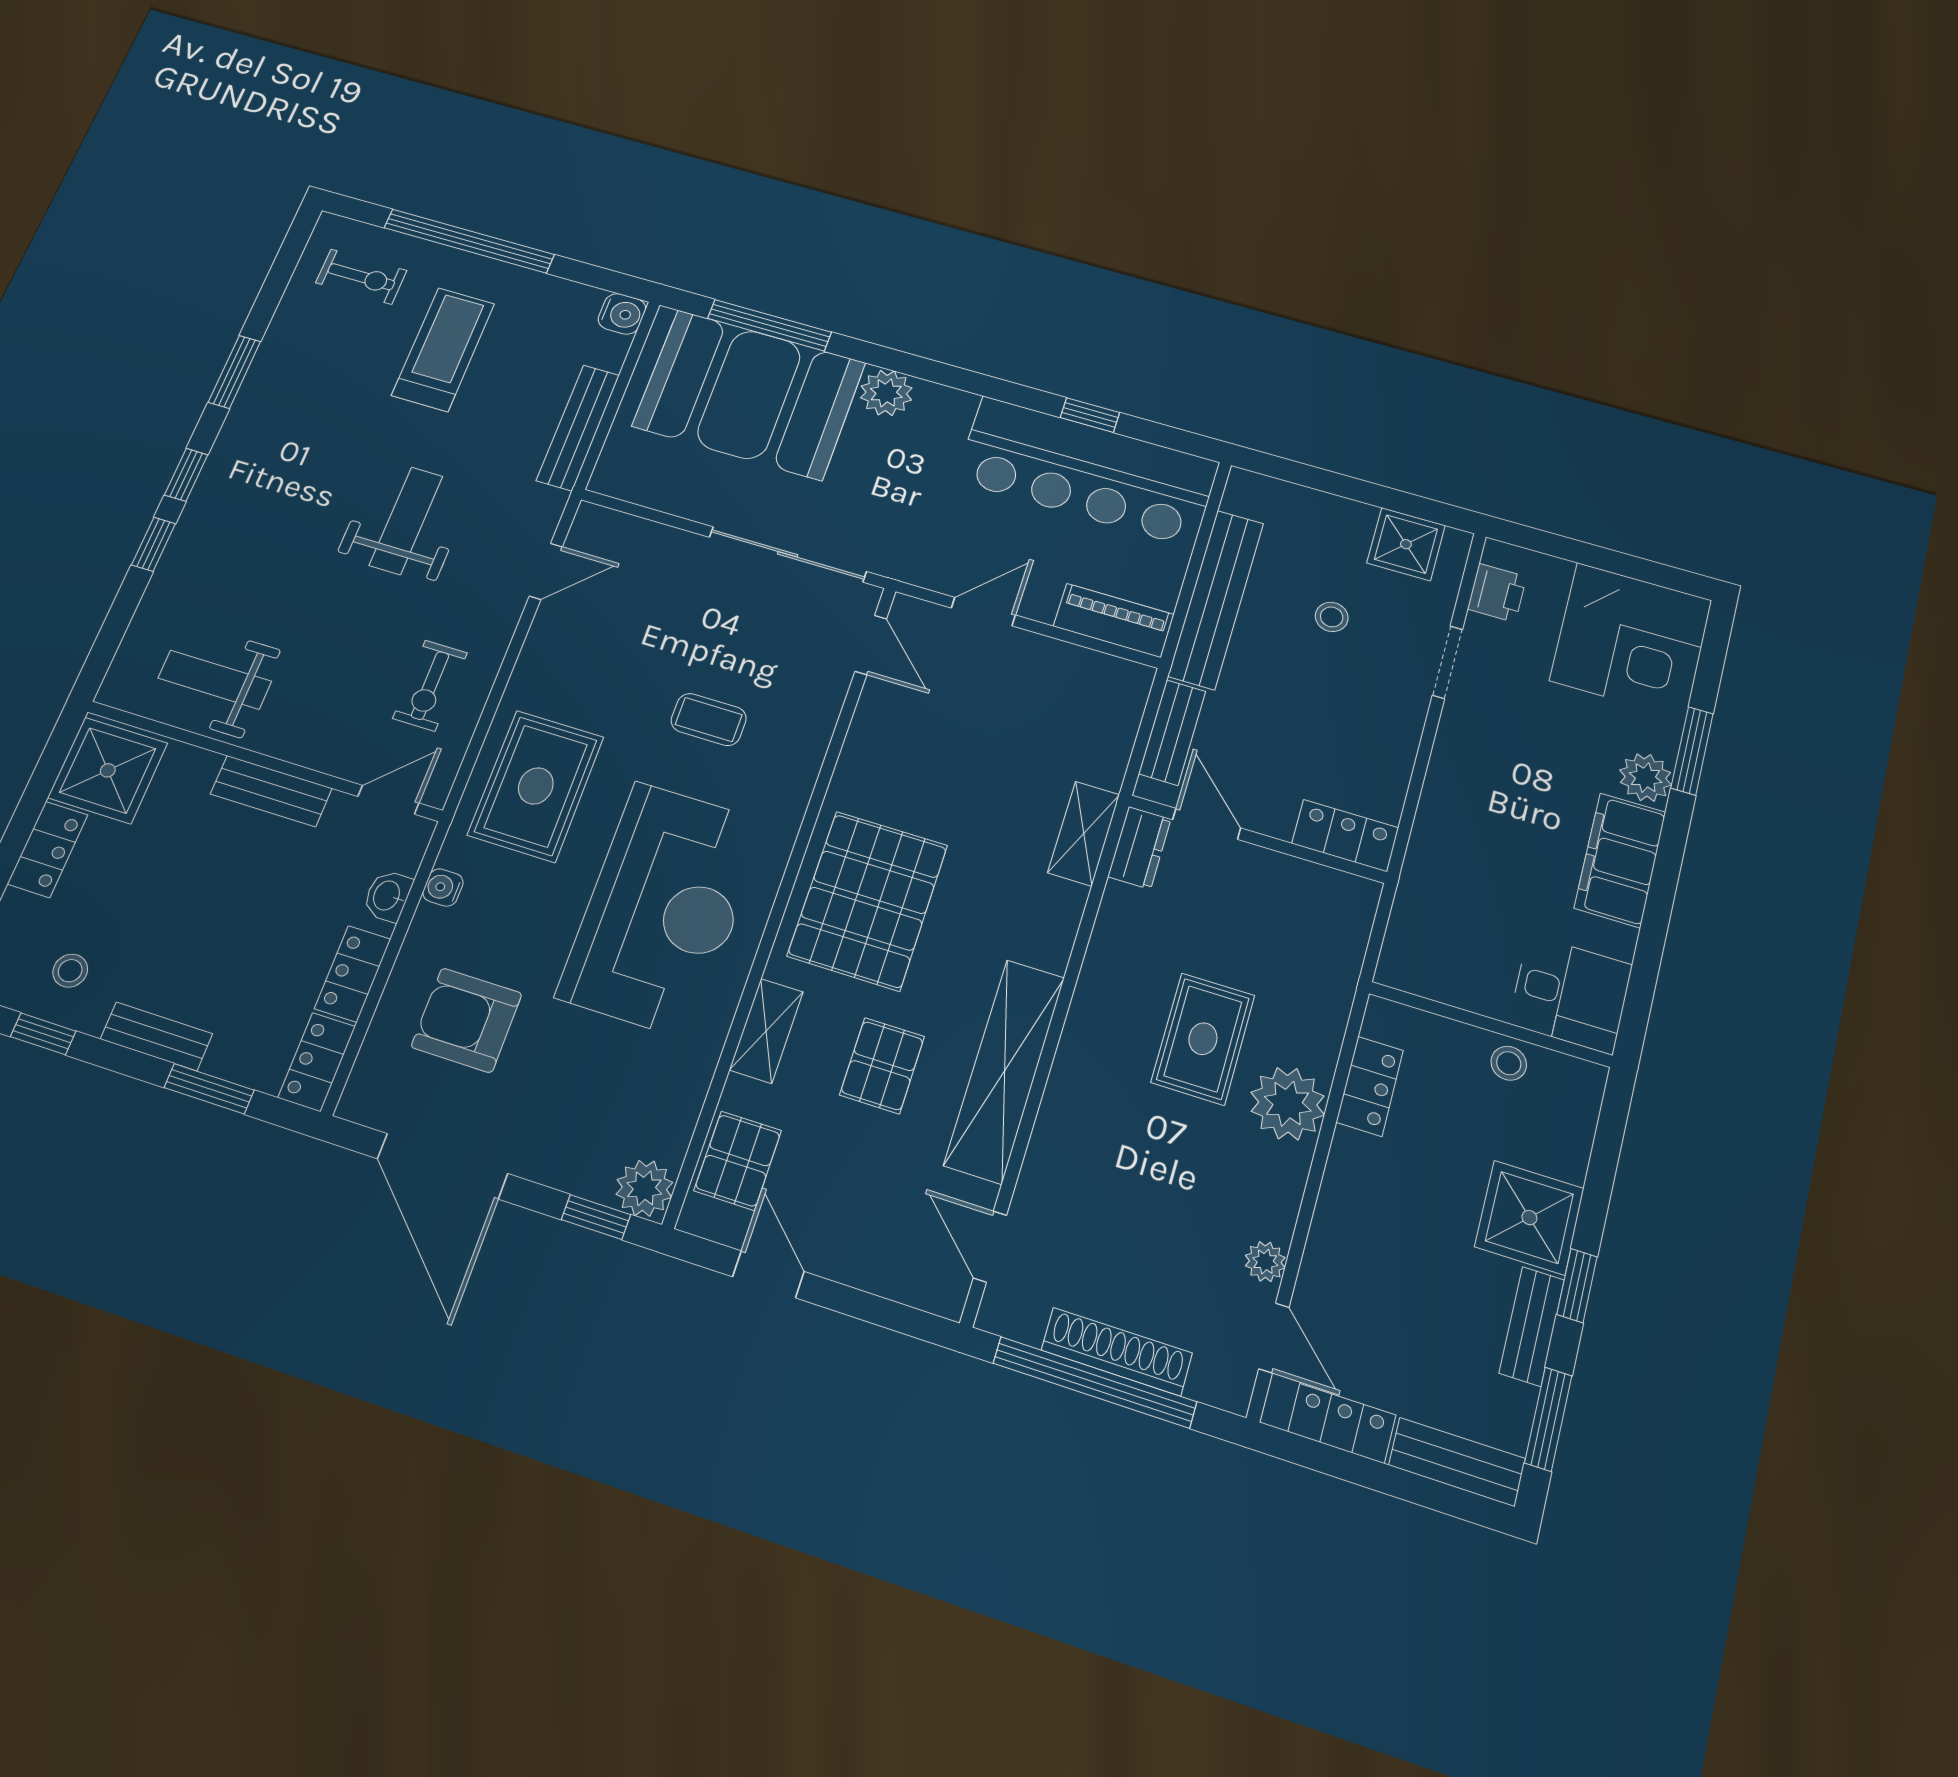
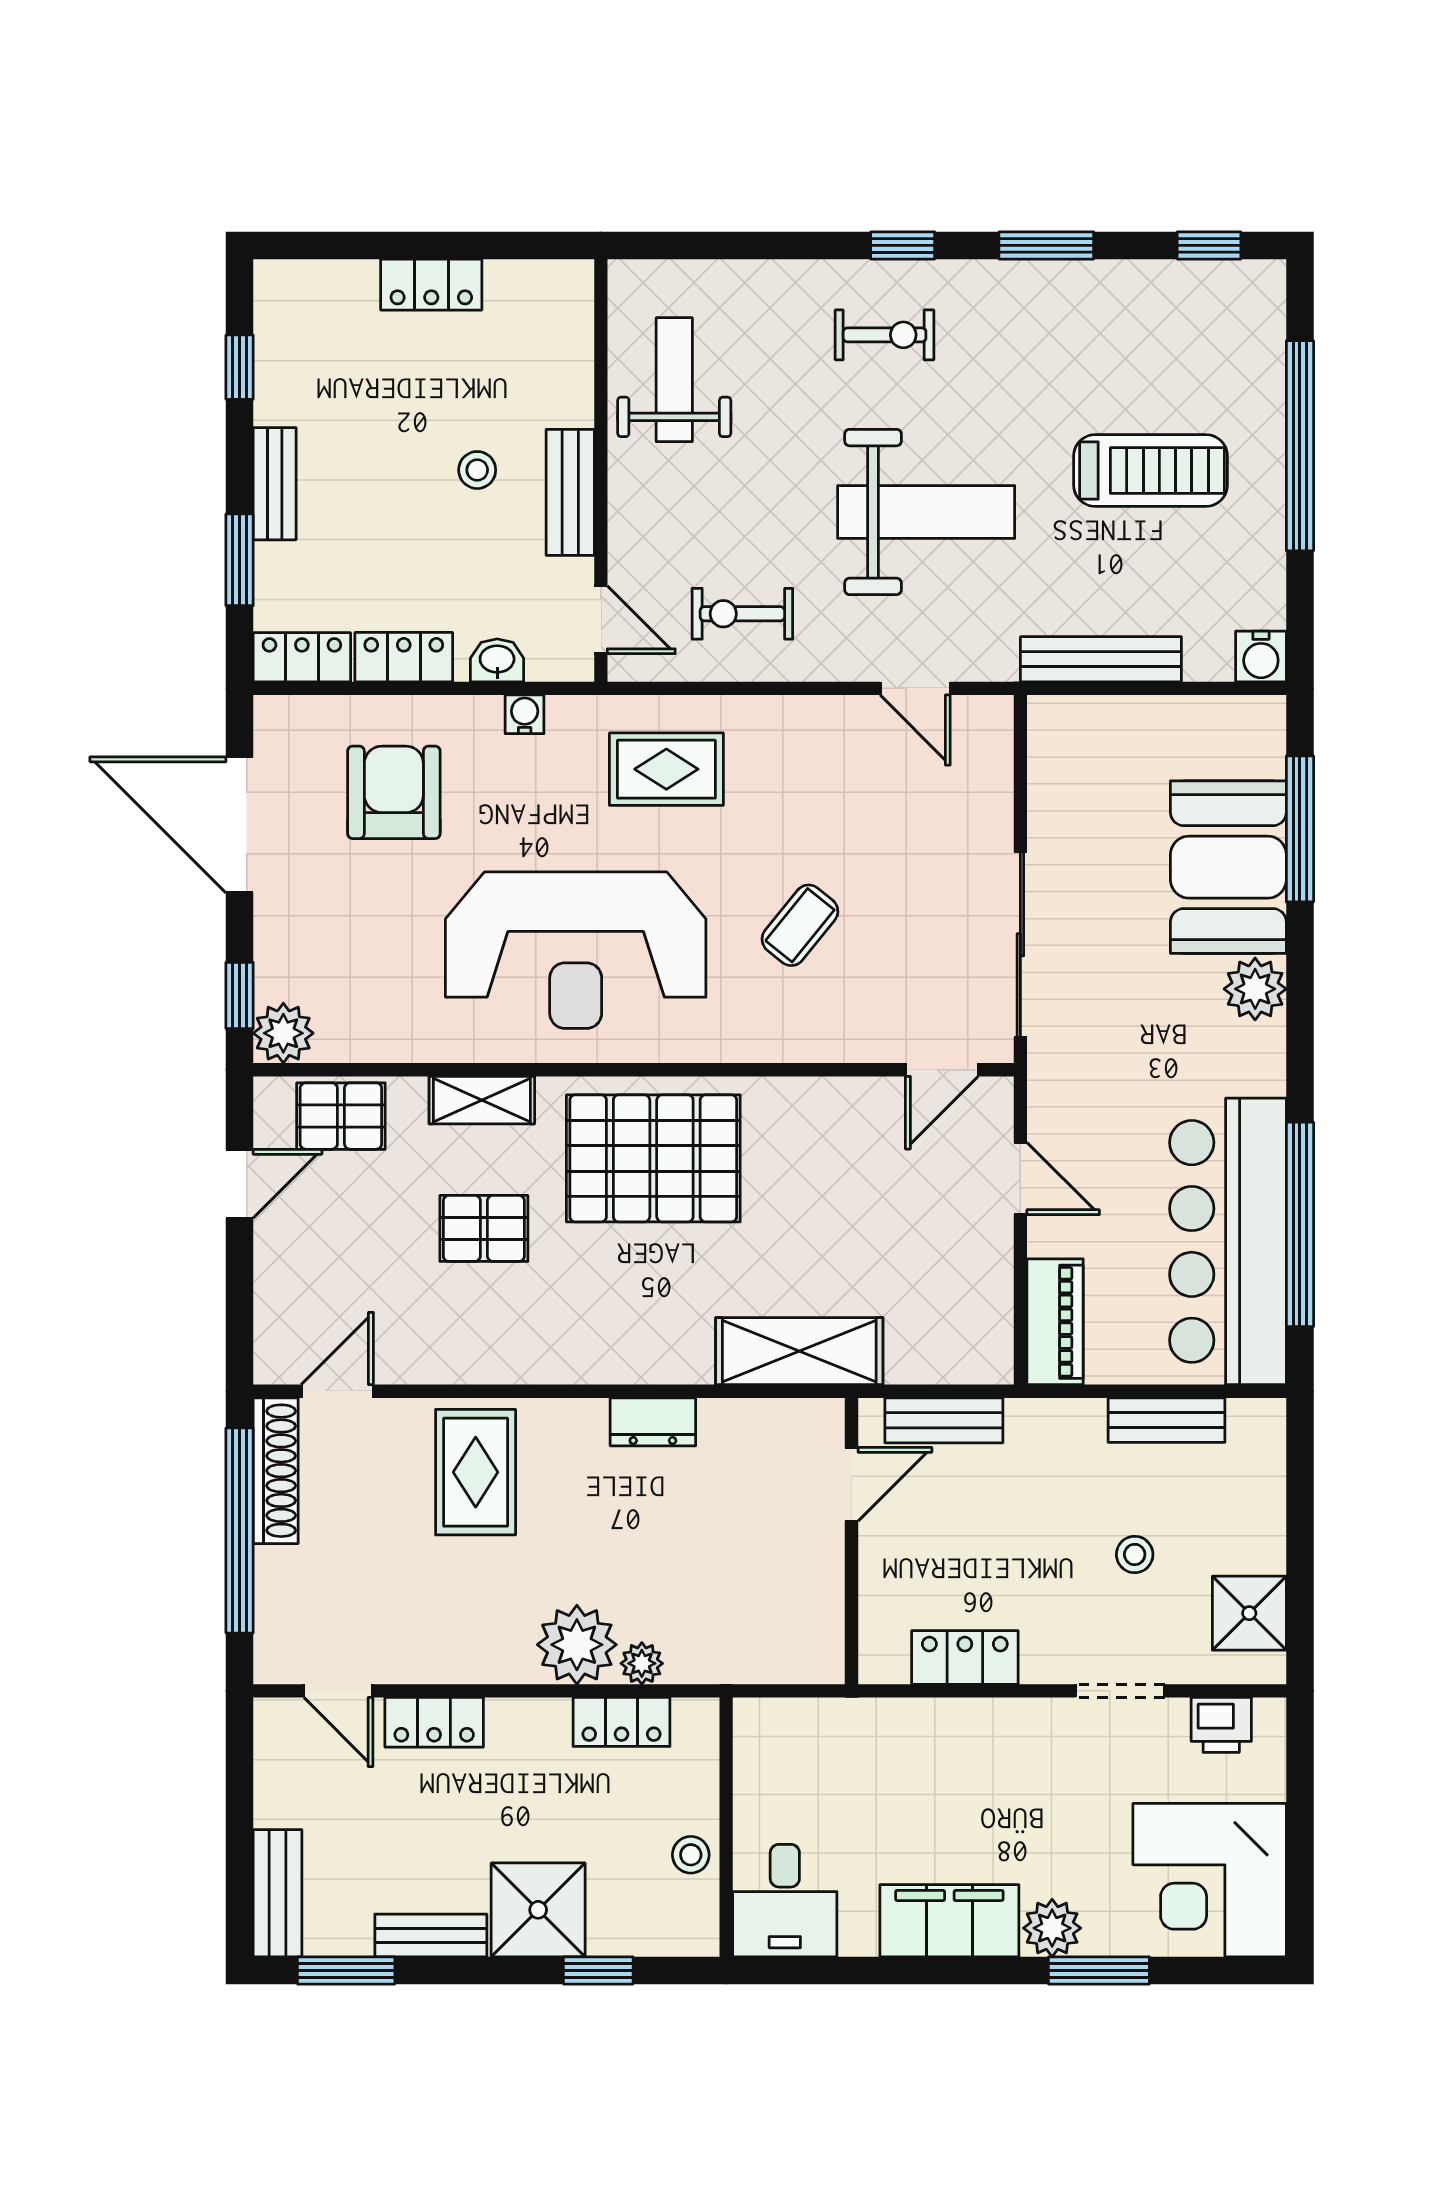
exercise bike: (361, 277) -> (885, 335), moved, turned -90
booth: (749, 394) -> (1228, 867), width x0.73, depth x0.70
window: (1090, 415) -> (1300, 1224), width x3.17
weight bench: (406, 521) -> (926, 512), width x1.36, depth x1.33
window: (153, 544) -> (1209, 245), moved
bench: (1216, 599) -> (1167, 1420), width x0.54, depth x0.82
coffee table: (709, 720) -> (800, 925), turned 39
shower: (108, 770) -> (537, 310), removed
rug: (536, 786) -> (666, 769), width x0.73, depth x0.70
shelving: (1084, 834) -> (799, 1351), width x1.50, depth x1.33
locker: (1345, 836) -> (965, 1657), moved, turned -90
dresser: (1139, 848) -> (653, 1422), moved
stool: (70, 971) -> (477, 470), moved
rug: (1203, 1039) -> (476, 1472), moved, turned 90
shelving: (1004, 1071) -> (519, 1353), removed
door: (442, 1166) -> (240, 825), hinge flipped
plant: (1265, 1262) -> (642, 1663), moved
window: (1577, 1286) -> (598, 1970), moved
door: (1274, 1338) -> (338, 1691), hinge flipped
shoe rack: (1117, 1352) -> (276, 1471), moved
locker: (1342, 1423) -> (434, 1722), moved, turned 90

